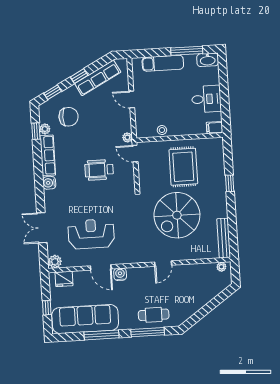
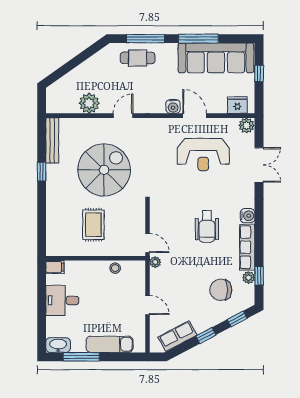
row of seats: (98, 78) -> (177, 336), width x0.68
rug: (183, 167) -> (93, 225), width x0.73, depth x0.70
wheelchair: (99, 170) -> (207, 227), moved, turned 90
window: (230, 183) -> (42, 172), moved
plant: (221, 267) -> (89, 103), moved, width x1.88, depth x1.88

